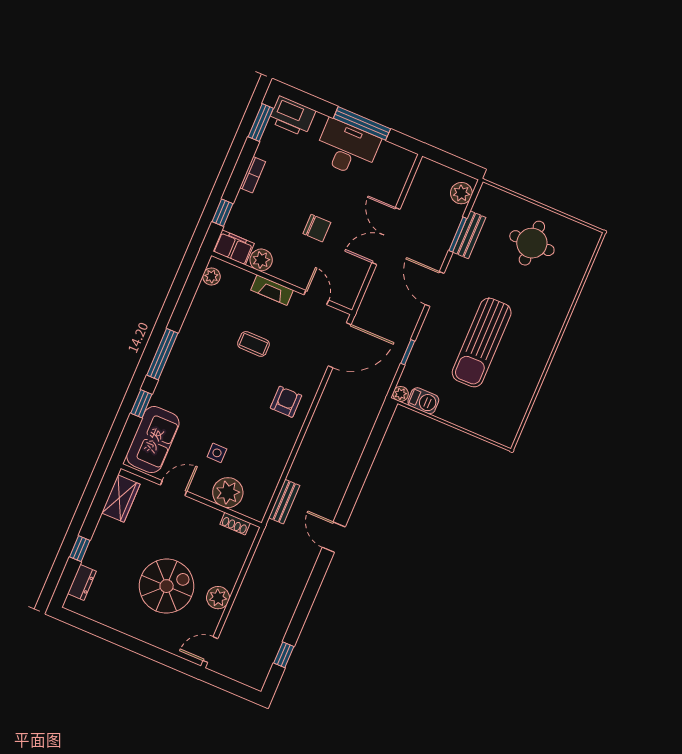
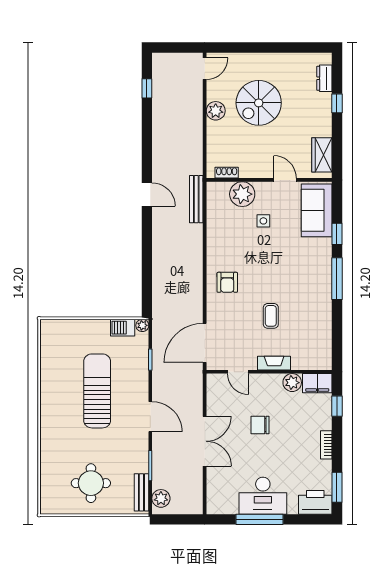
bench: (469, 235) -> (141, 492), moved
plant: (211, 276) -> (325, 354), removed
coffee table: (253, 344) -> (271, 316), turned 90
door: (174, 488) -> (285, 180), swing flipped
bench: (284, 502) -> (196, 199), width x1.36

